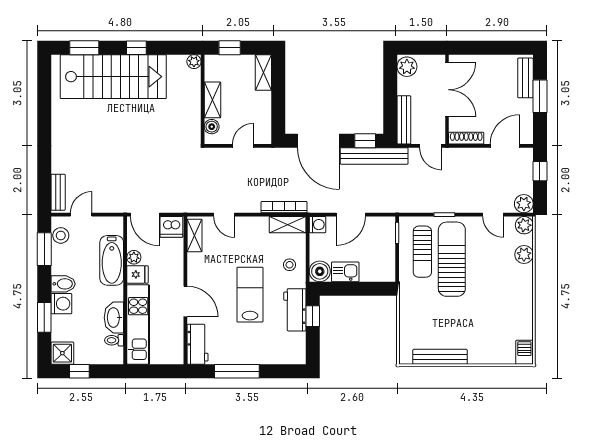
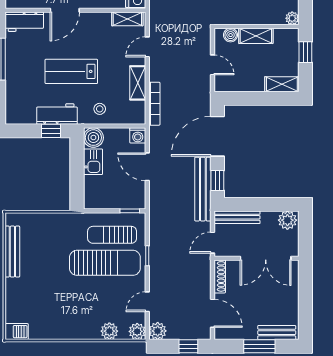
shelving: (288, 225) -> (138, 83), moved
lab bench: (250, 295) -> (71, 71), turned 180

